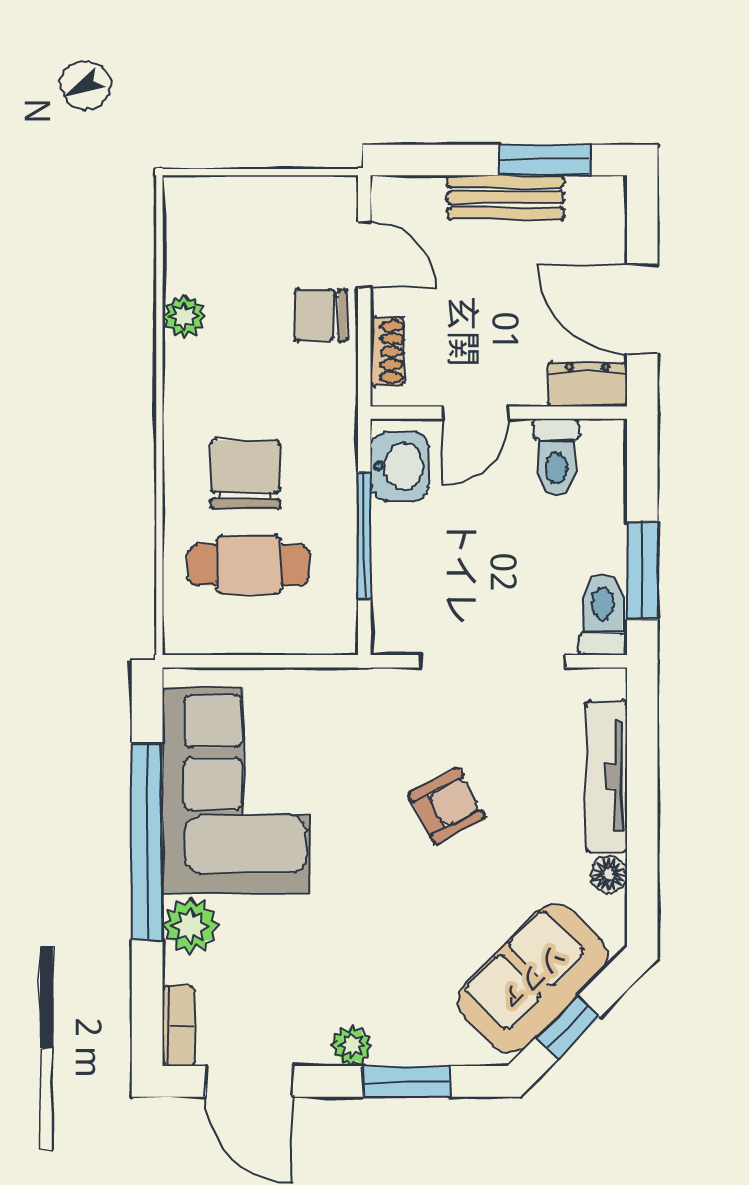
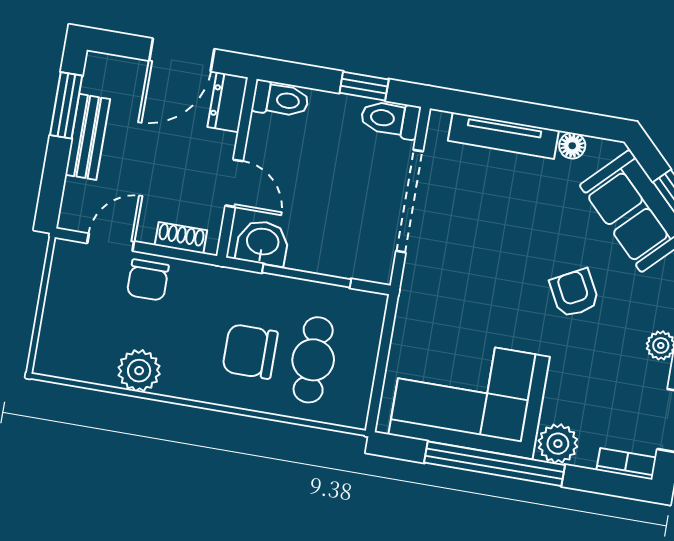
plant: (184, 317) -> (139, 371), width x1.38, depth x1.38
toilet: (556, 457) -> (280, 99), moved
window: (642, 570) -> (364, 86), width x0.67
armchair: (447, 806) -> (574, 293), moved

